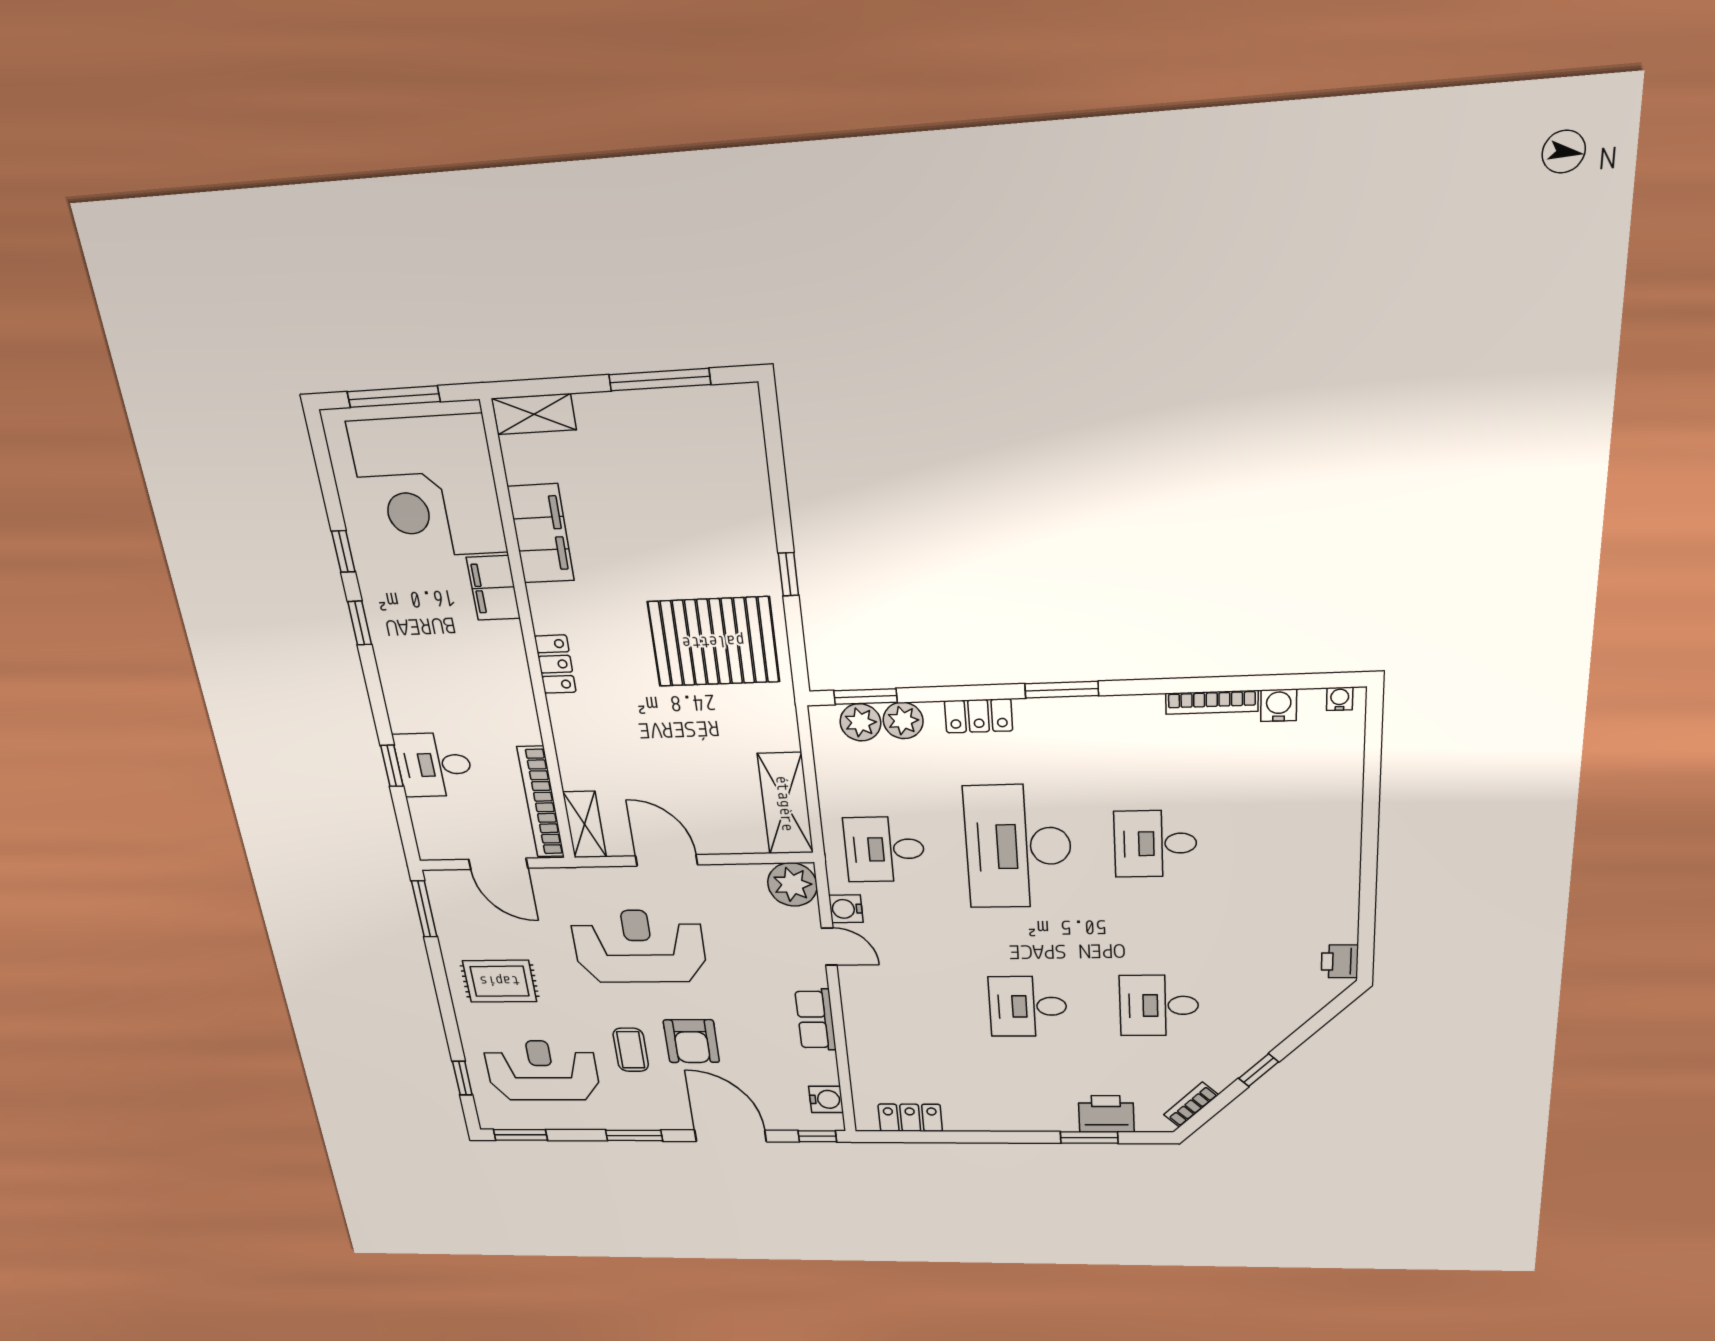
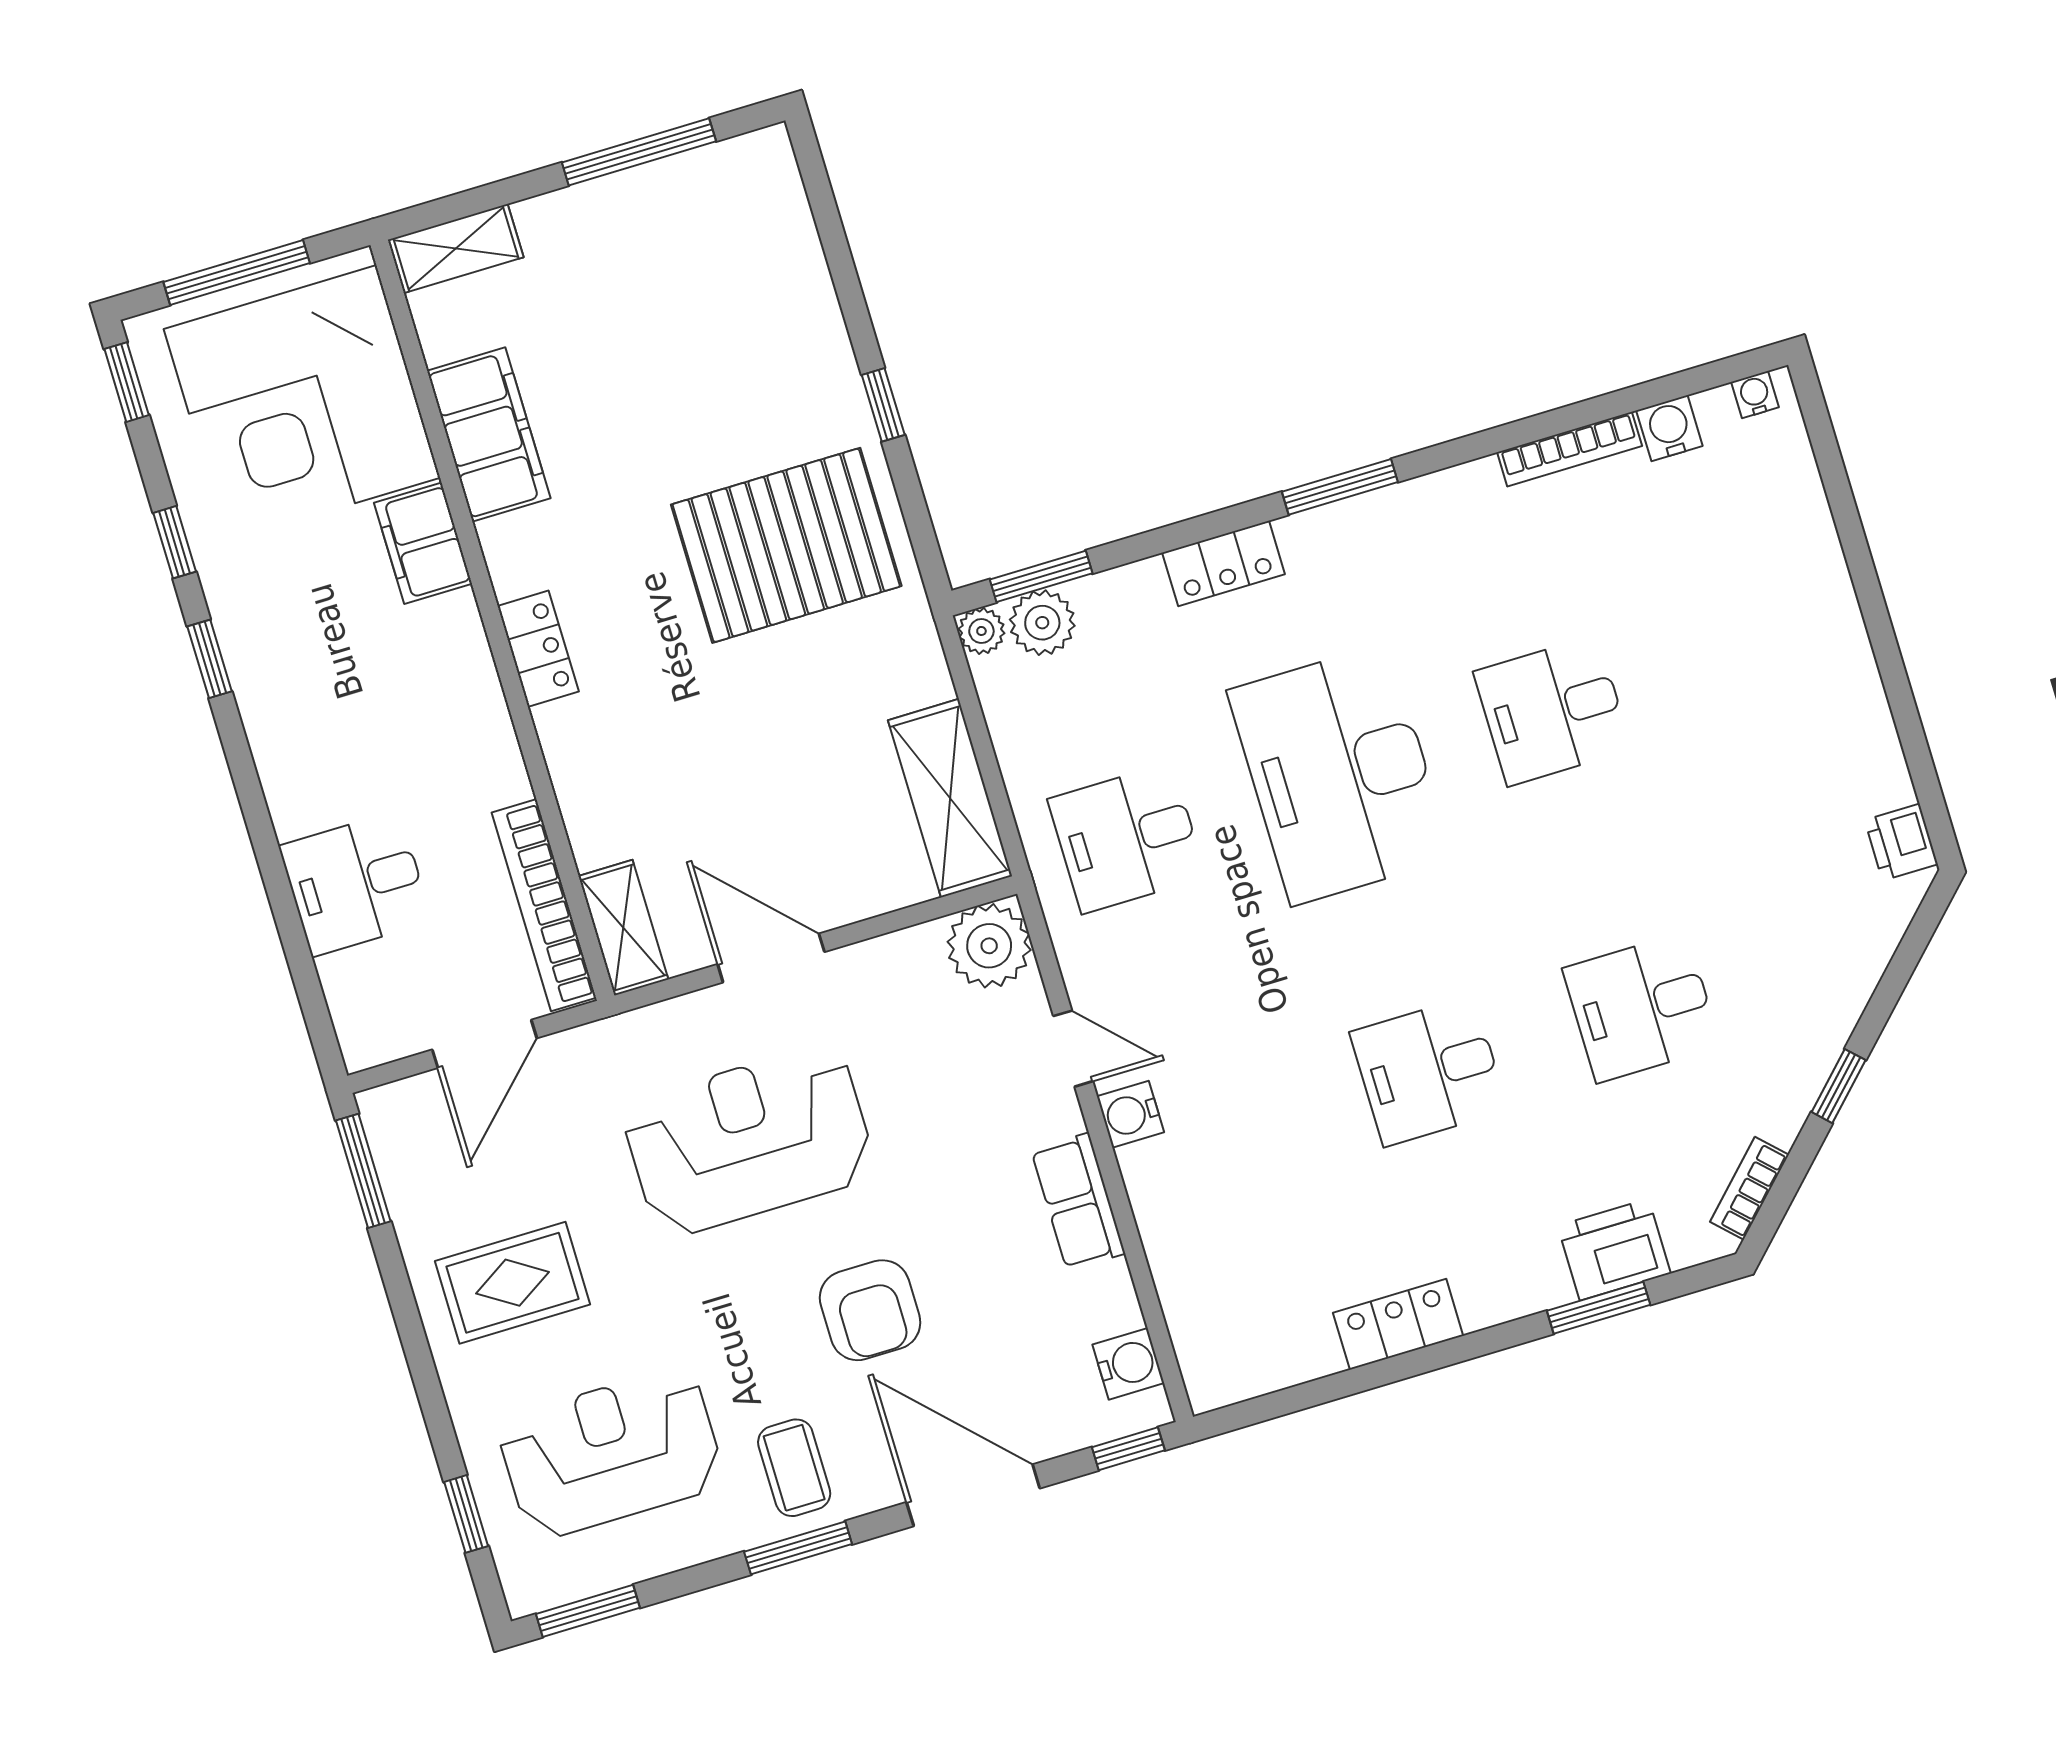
plant: (903, 720) -> (981, 631), moved, width x0.73, depth x0.73
window: (392, 766) -> (127, 382), moved
door: (498, 864) -> (485, 1044), hinge flipped
water cooler: (846, 909) -> (1130, 1114), moved
coffee table: (631, 1050) -> (794, 1468), moved
locker: (910, 1118) -> (1398, 1324), moved

